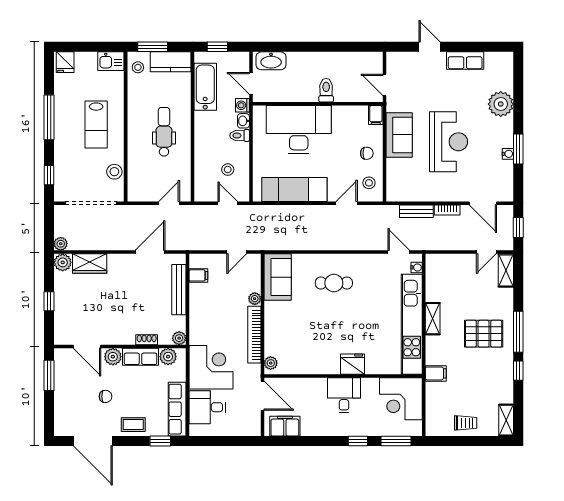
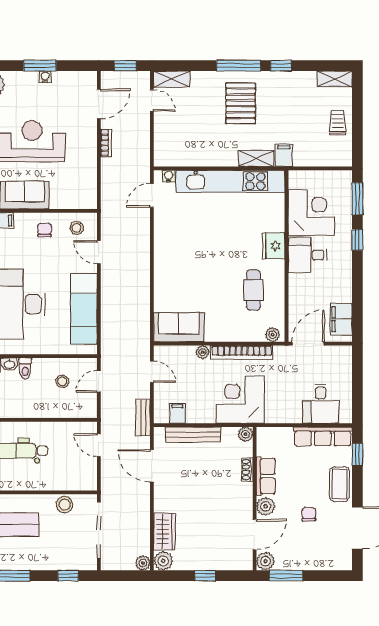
bench: (416, 211) -> (143, 417), moved
cafe table: (334, 283) -> (253, 290), moved
shelving: (433, 319) -> (256, 159), moved
plant: (168, 357) -> (266, 561), moved
corner desk: (211, 367) -> (240, 400), moved
corner desk: (401, 399) -> (311, 213), moved, turned -90
coffee table: (133, 425) -> (339, 484), width x1.36, depth x1.30

